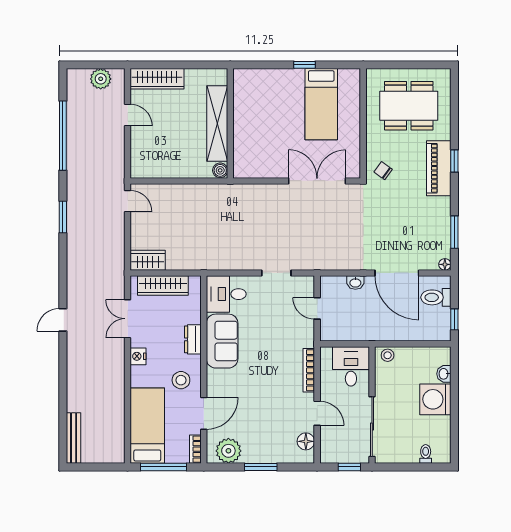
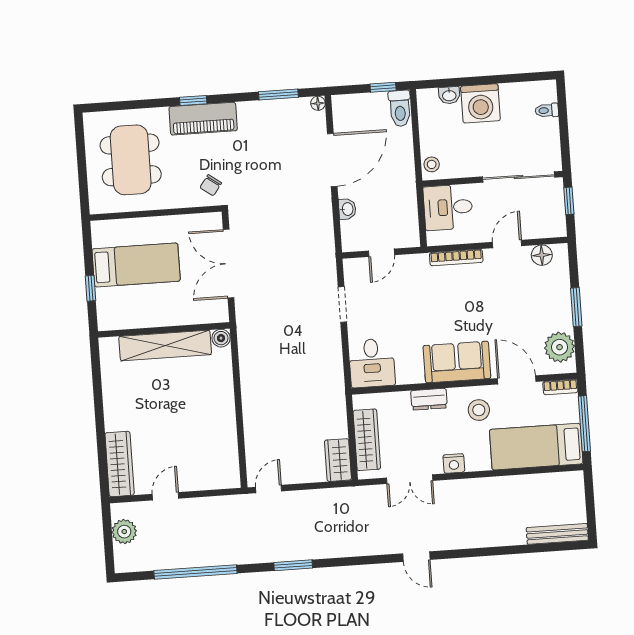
wall: (230, 123) -> (164, 330), moved
shelving: (217, 124) -> (165, 345), moved
boiler: (220, 170) -> (221, 338), moved
toilet: (436, 297) -> (400, 108), moved
sofa: (222, 341) -> (457, 362), moved

